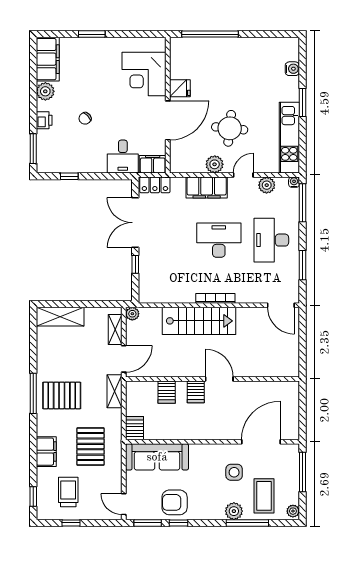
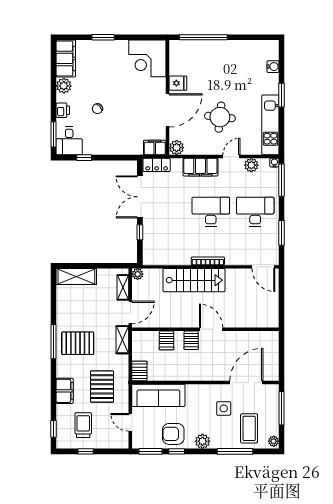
corner desk: (144, 74) -> (147, 58), moved
desk: (123, 157) -> (69, 141), moved
plant: (215, 164) -> (177, 148), moved
desk: (271, 240) -> (255, 212), turned 90
door: (124, 504) -> (130, 422), moved
plant: (234, 511) -> (202, 441), moved

